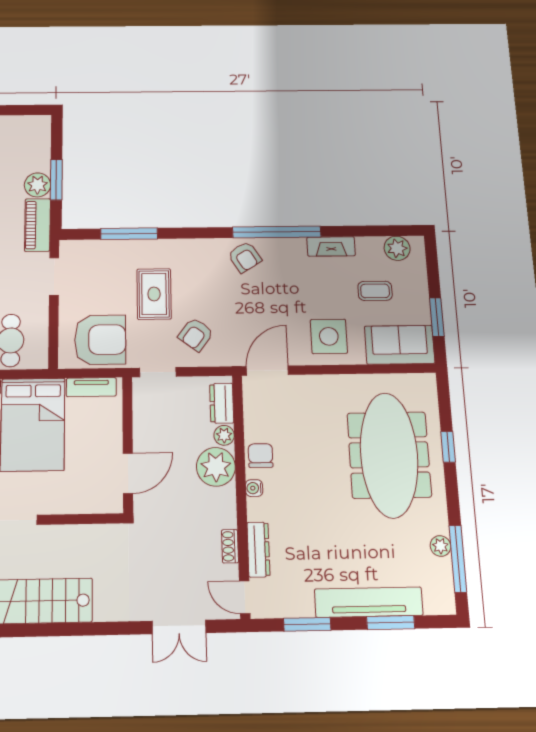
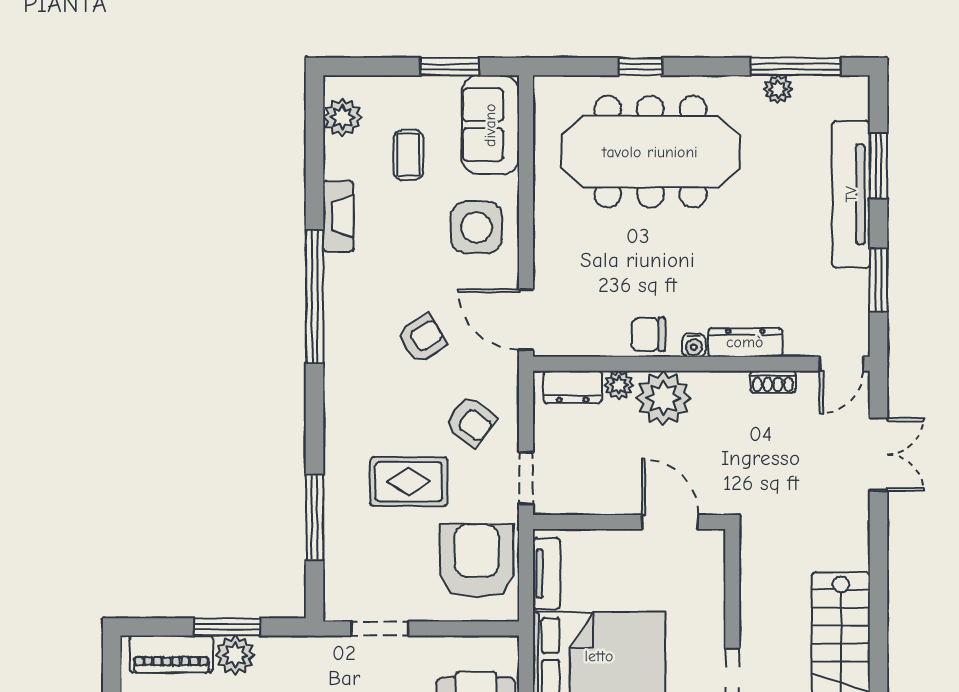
piano: (38, 225) -> (171, 654), moved
armchair: (245, 257) -> (422, 339), moved
dresser: (258, 549) -> (745, 342), moved

